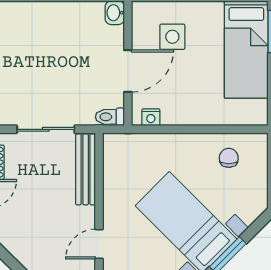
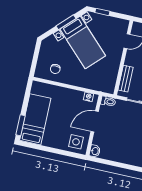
side table: (172, 37) -> (76, 142), moved
bench: (86, 169) -> (126, 79), width x0.73

